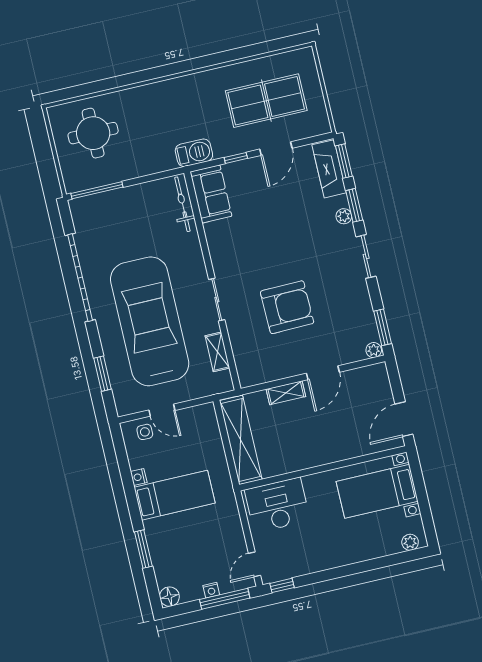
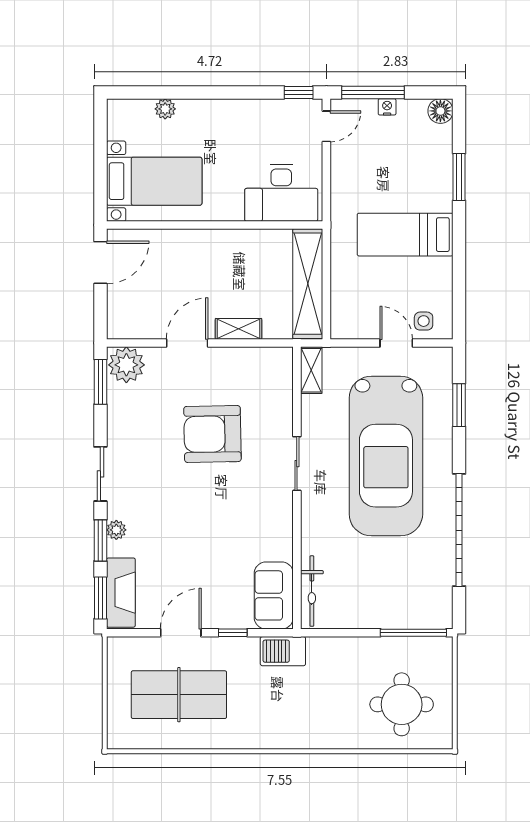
plant: (374, 350) -> (126, 365), width x1.87, depth x1.87
shelving: (217, 352) -> (311, 370), moved
nightstand: (139, 477) -> (444, 267), removed
plant: (410, 542) -> (165, 109), moved

